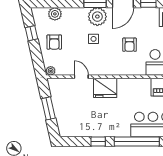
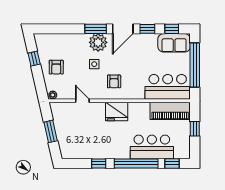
plant: (55, 14) -> (57, 40), removed
armchair: (130, 45) -> (114, 81), moved
fridge: (105, 88) -> (117, 111), moved

